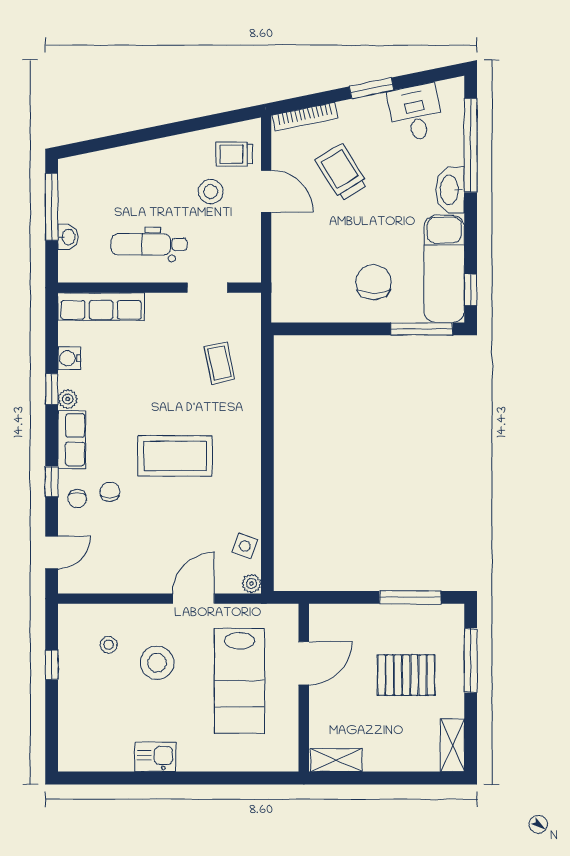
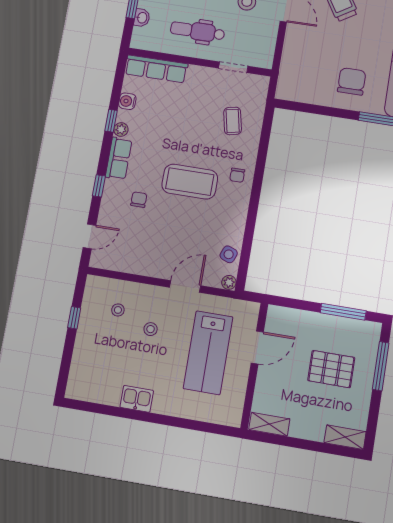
chair: (77, 499) -> (237, 175), moved
stool: (157, 663) -> (151, 329), width x0.53, depth x0.53
shelving: (452, 745) -> (345, 437), moved, turned 90

